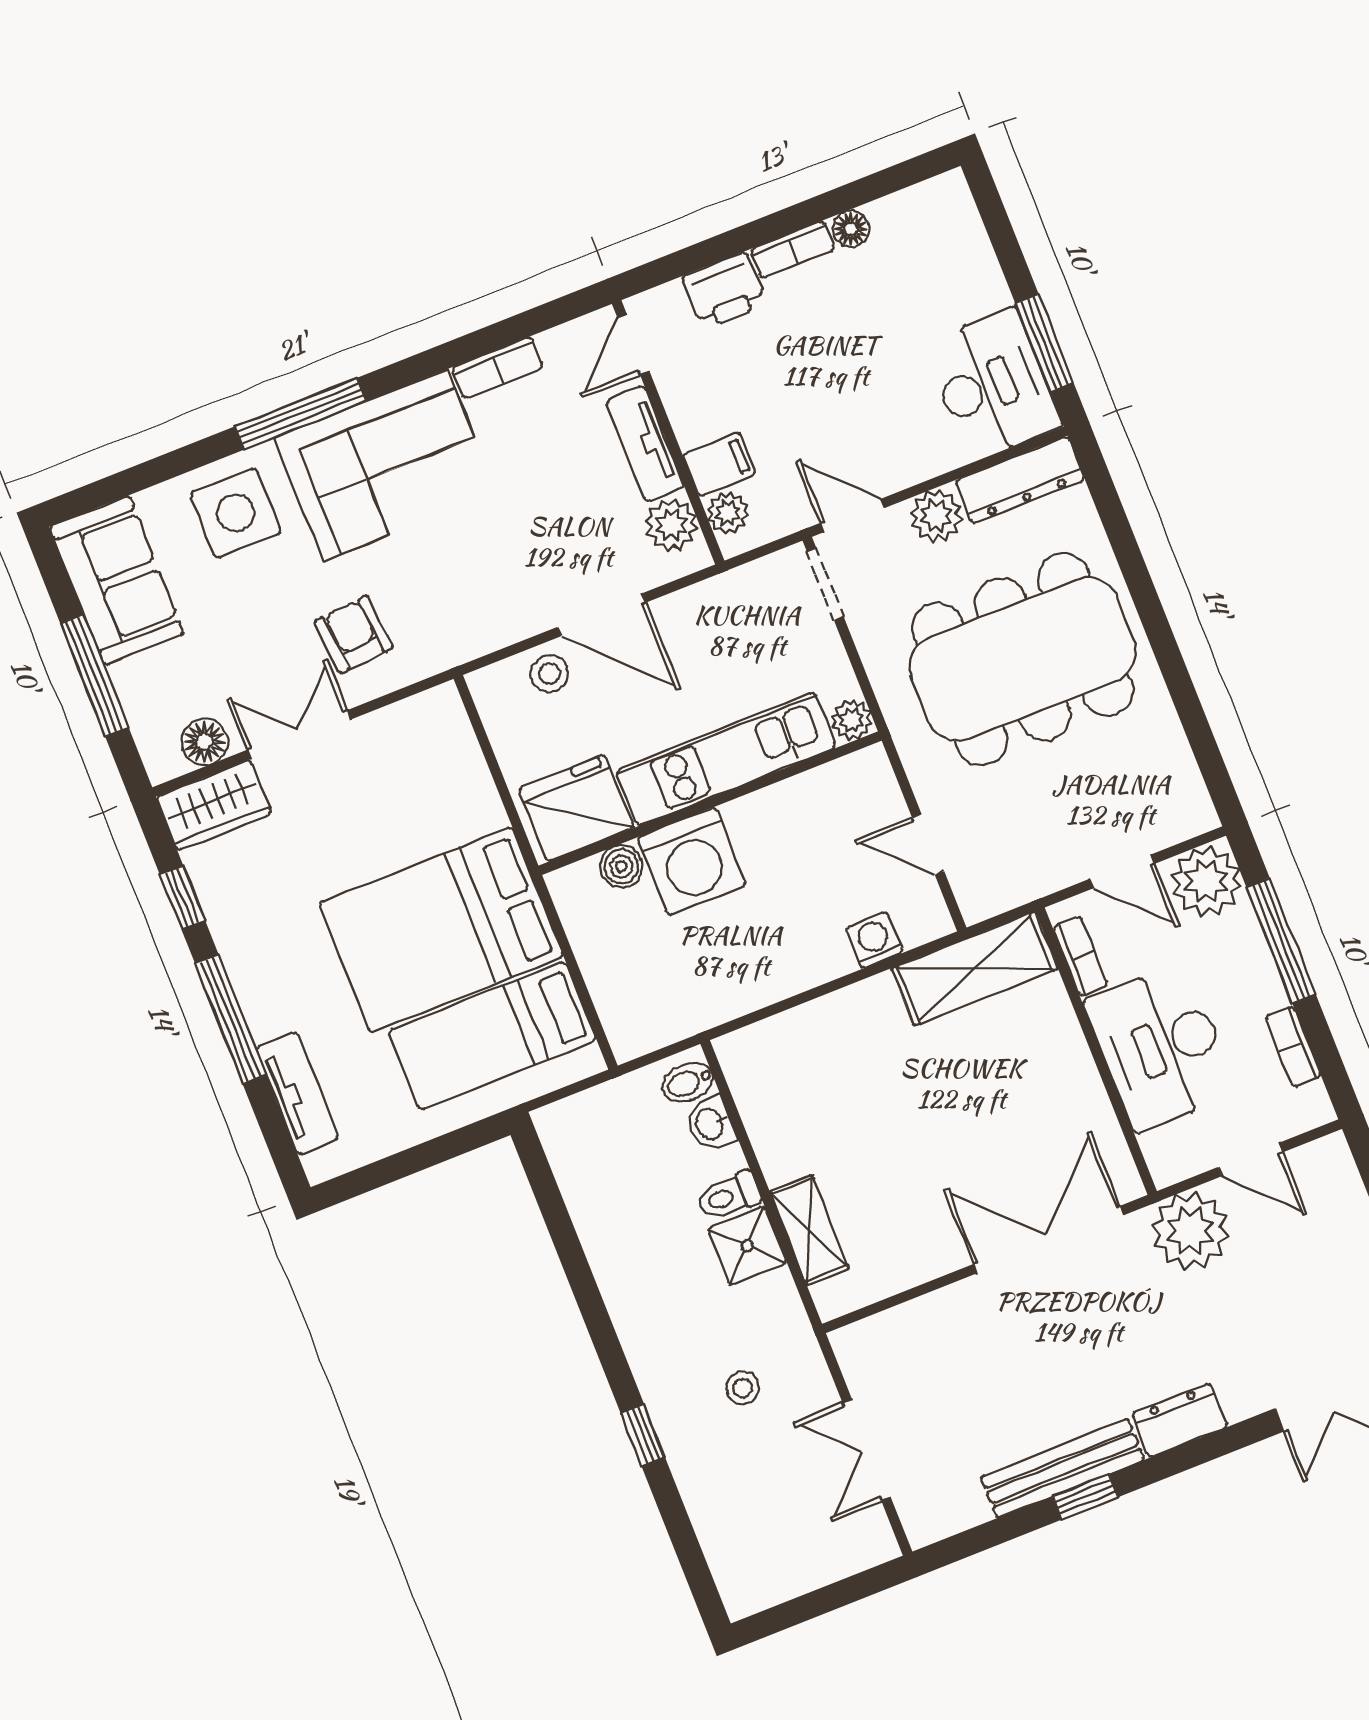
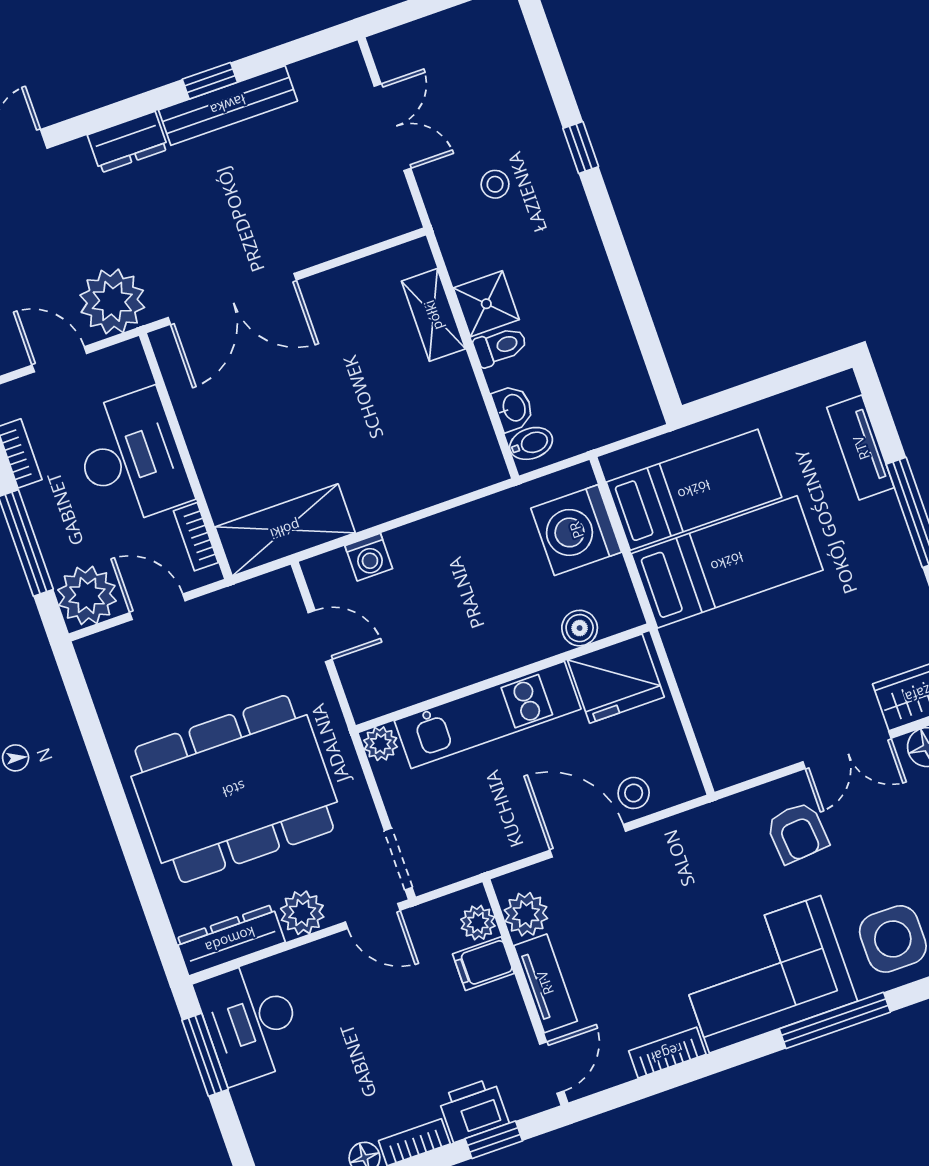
window: (699, 256) -> (494, 1140), added
washing machine: (692, 861) -> (576, 530), moved, turned -90
bed: (441, 930) -> (727, 562), width x0.67

